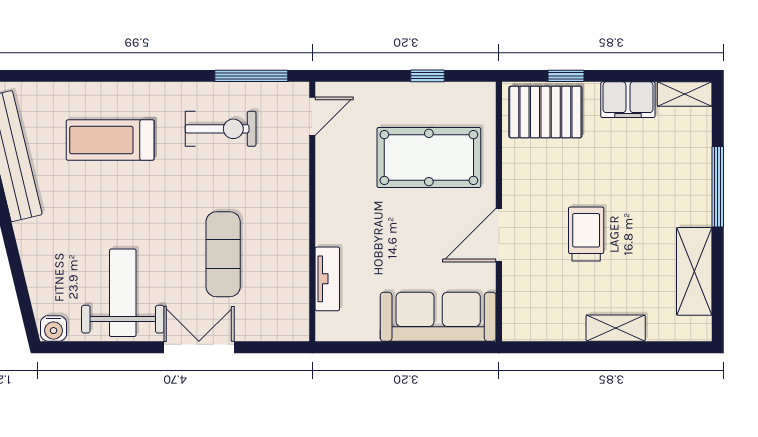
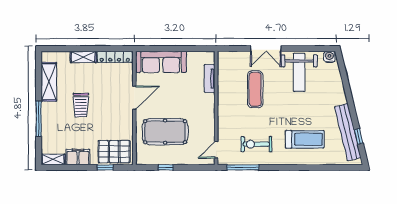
trolley: (586, 234) -> (81, 105), moved
locker: (544, 328) -> (115, 57), added

